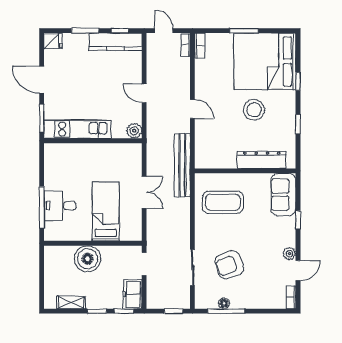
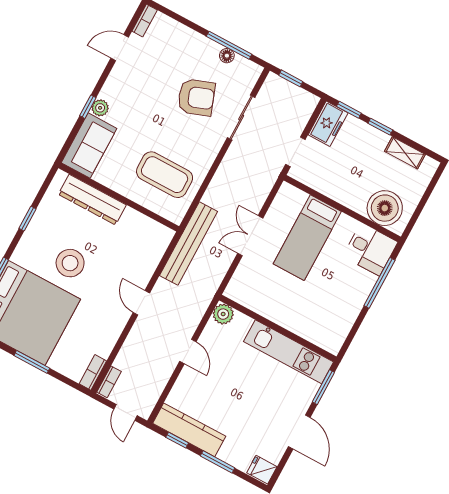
desk: (60, 206) -> (370, 249), moved
plant: (289, 254) -> (100, 108), moved
boiler: (88, 259) -> (385, 208), moved

